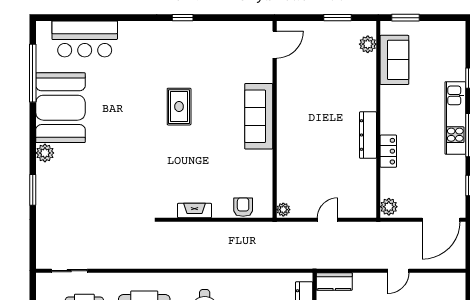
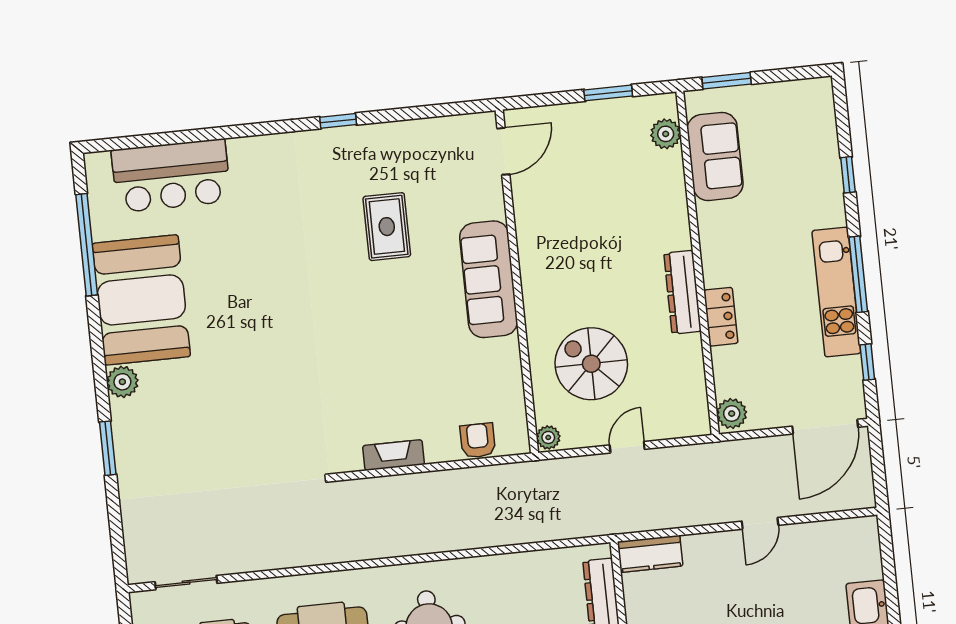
rug: (179, 107) -> (387, 227), moved
kitchen unit: (455, 118) -> (836, 292), moved
spiral stairs: (312, 170) -> (591, 364), added

